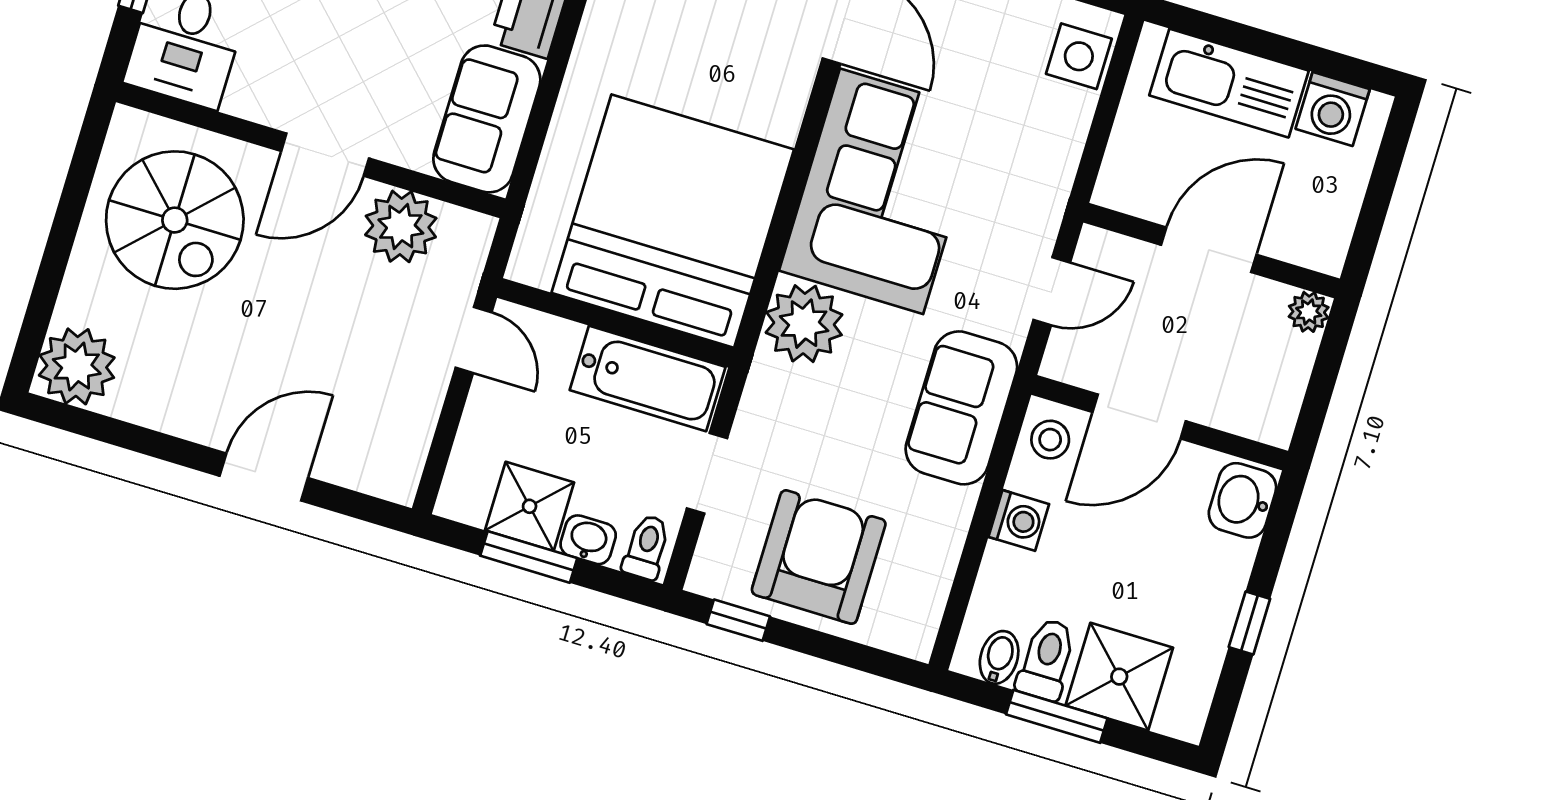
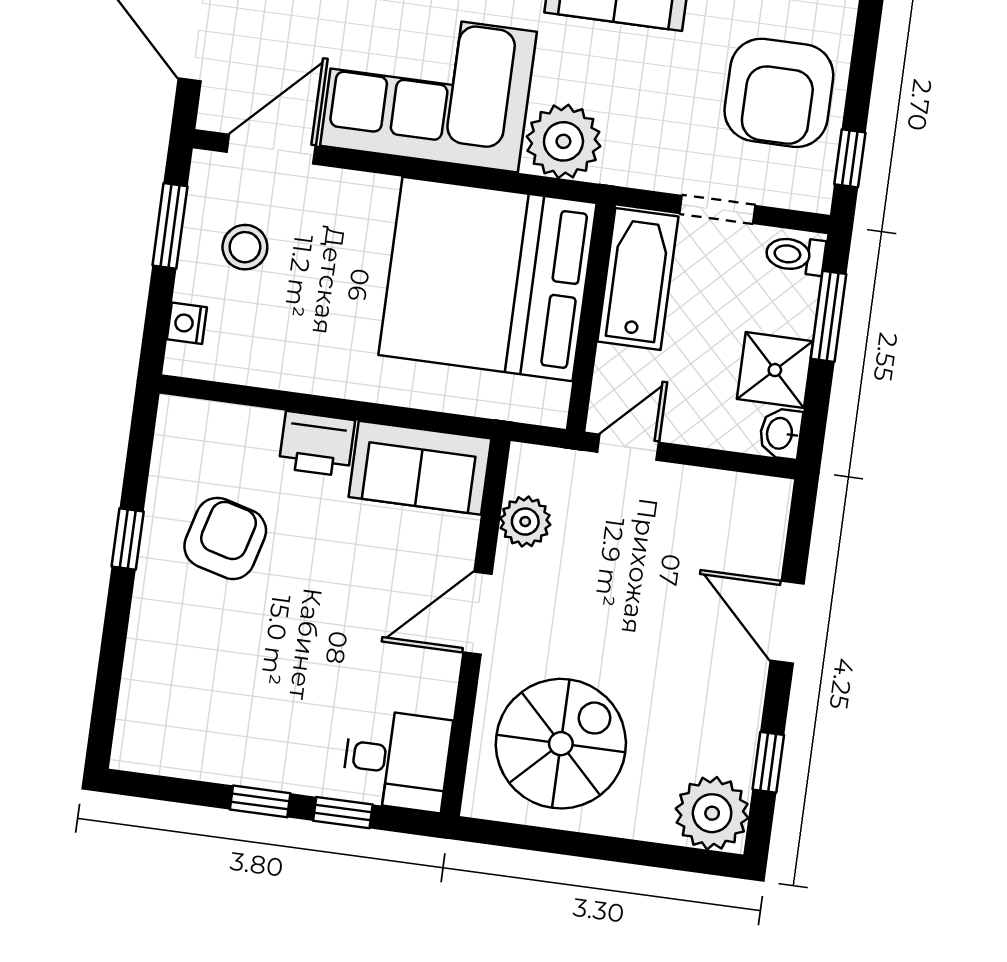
door: (325, 155) -> (477, 613), swing flipped
plant: (401, 226) -> (525, 522), width x0.73, depth x0.73
window: (121, 434) -> (768, 762), added
washbasin: (588, 540) -> (781, 433), moved
window: (529, 557) -> (829, 316), moved
armchair: (819, 557) -> (779, 93), turned -90

